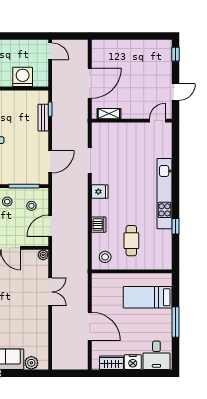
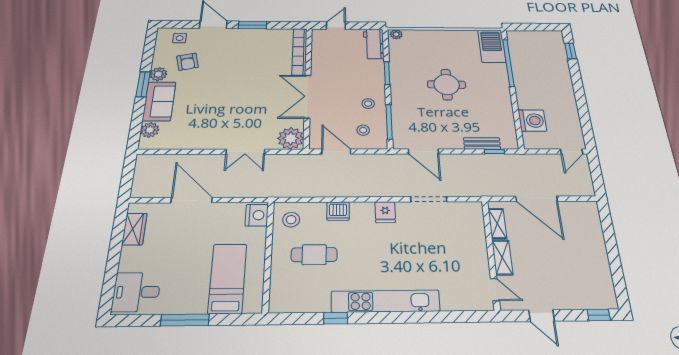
shelving: (134, 113) -> (502, 257), added
plant: (43, 255) -> (291, 138), width x1.88, depth x1.88
door: (90, 326) -> (192, 200), swing flipped
nightstand: (133, 362) -> (257, 215), moved, turned 180

